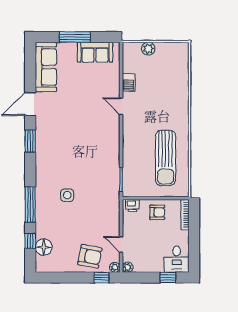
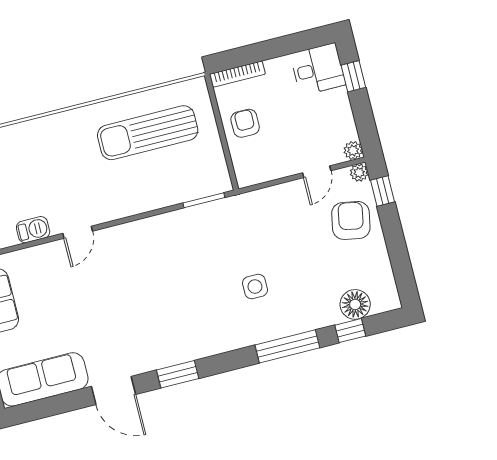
sun lounger: (166, 158) -> (148, 133), turned 180
printer: (132, 206) -> (244, 169), removed

